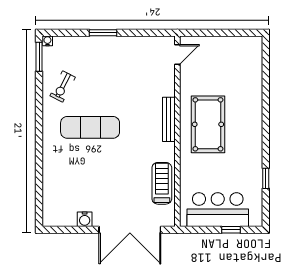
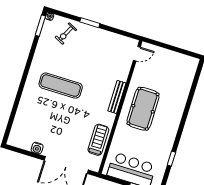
exercise bike: (63, 87) -> (66, 34), moved

